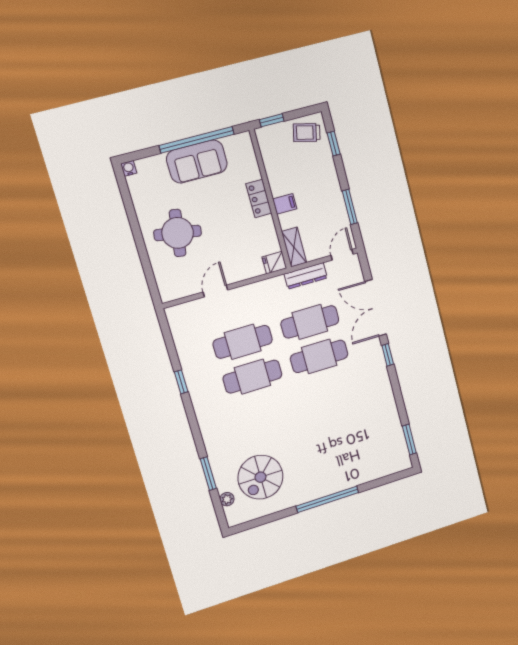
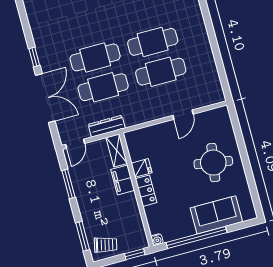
window: (334, 144) -> (83, 236), width x1.50
sofa: (197, 161) -> (216, 215), moved
water cooler: (129, 168) -> (157, 240), moved
filing cabinet: (285, 204) -> (123, 180), width x2.00
fridge: (274, 263) -> (142, 168), moved
window: (181, 382) -> (213, 39), removed

